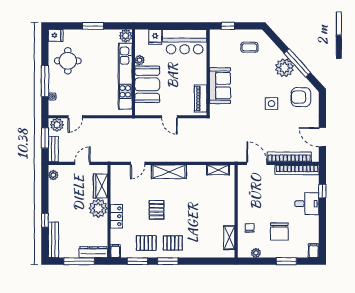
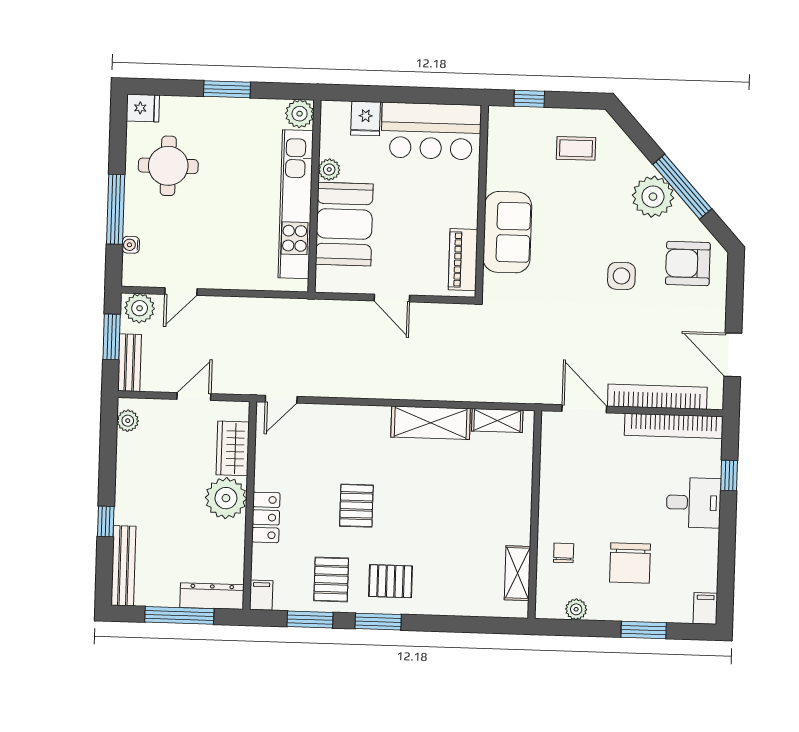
door: (138, 163) -> (281, 399), moved
shelving: (169, 172) -> (431, 423), moved
pallet: (146, 243) -> (331, 579), turned 90

